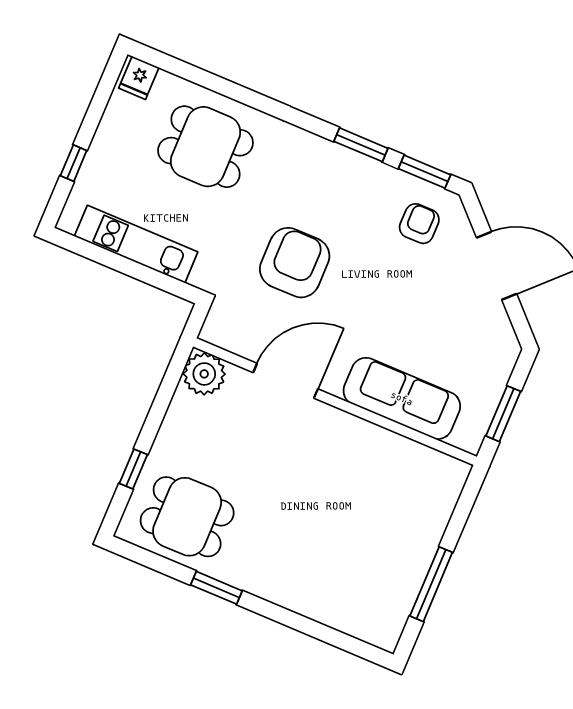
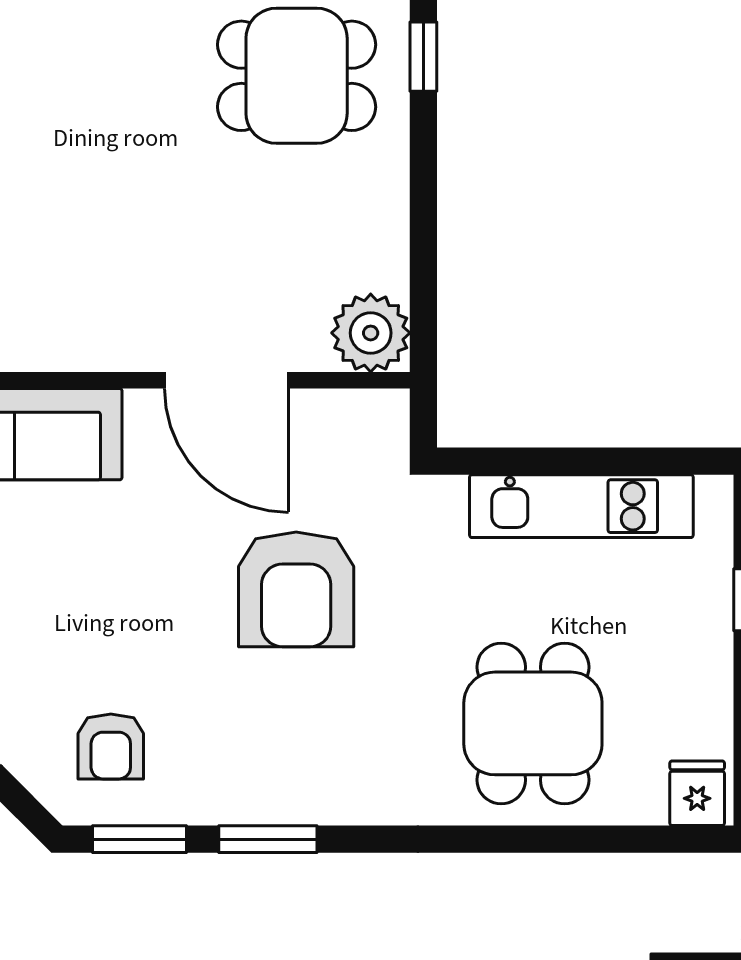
dining table: (206, 147) -> (533, 723), turned 90
door: (285, 381) -> (226, 380), hinge flipped
window: (133, 469) -> (423, 57), moved

